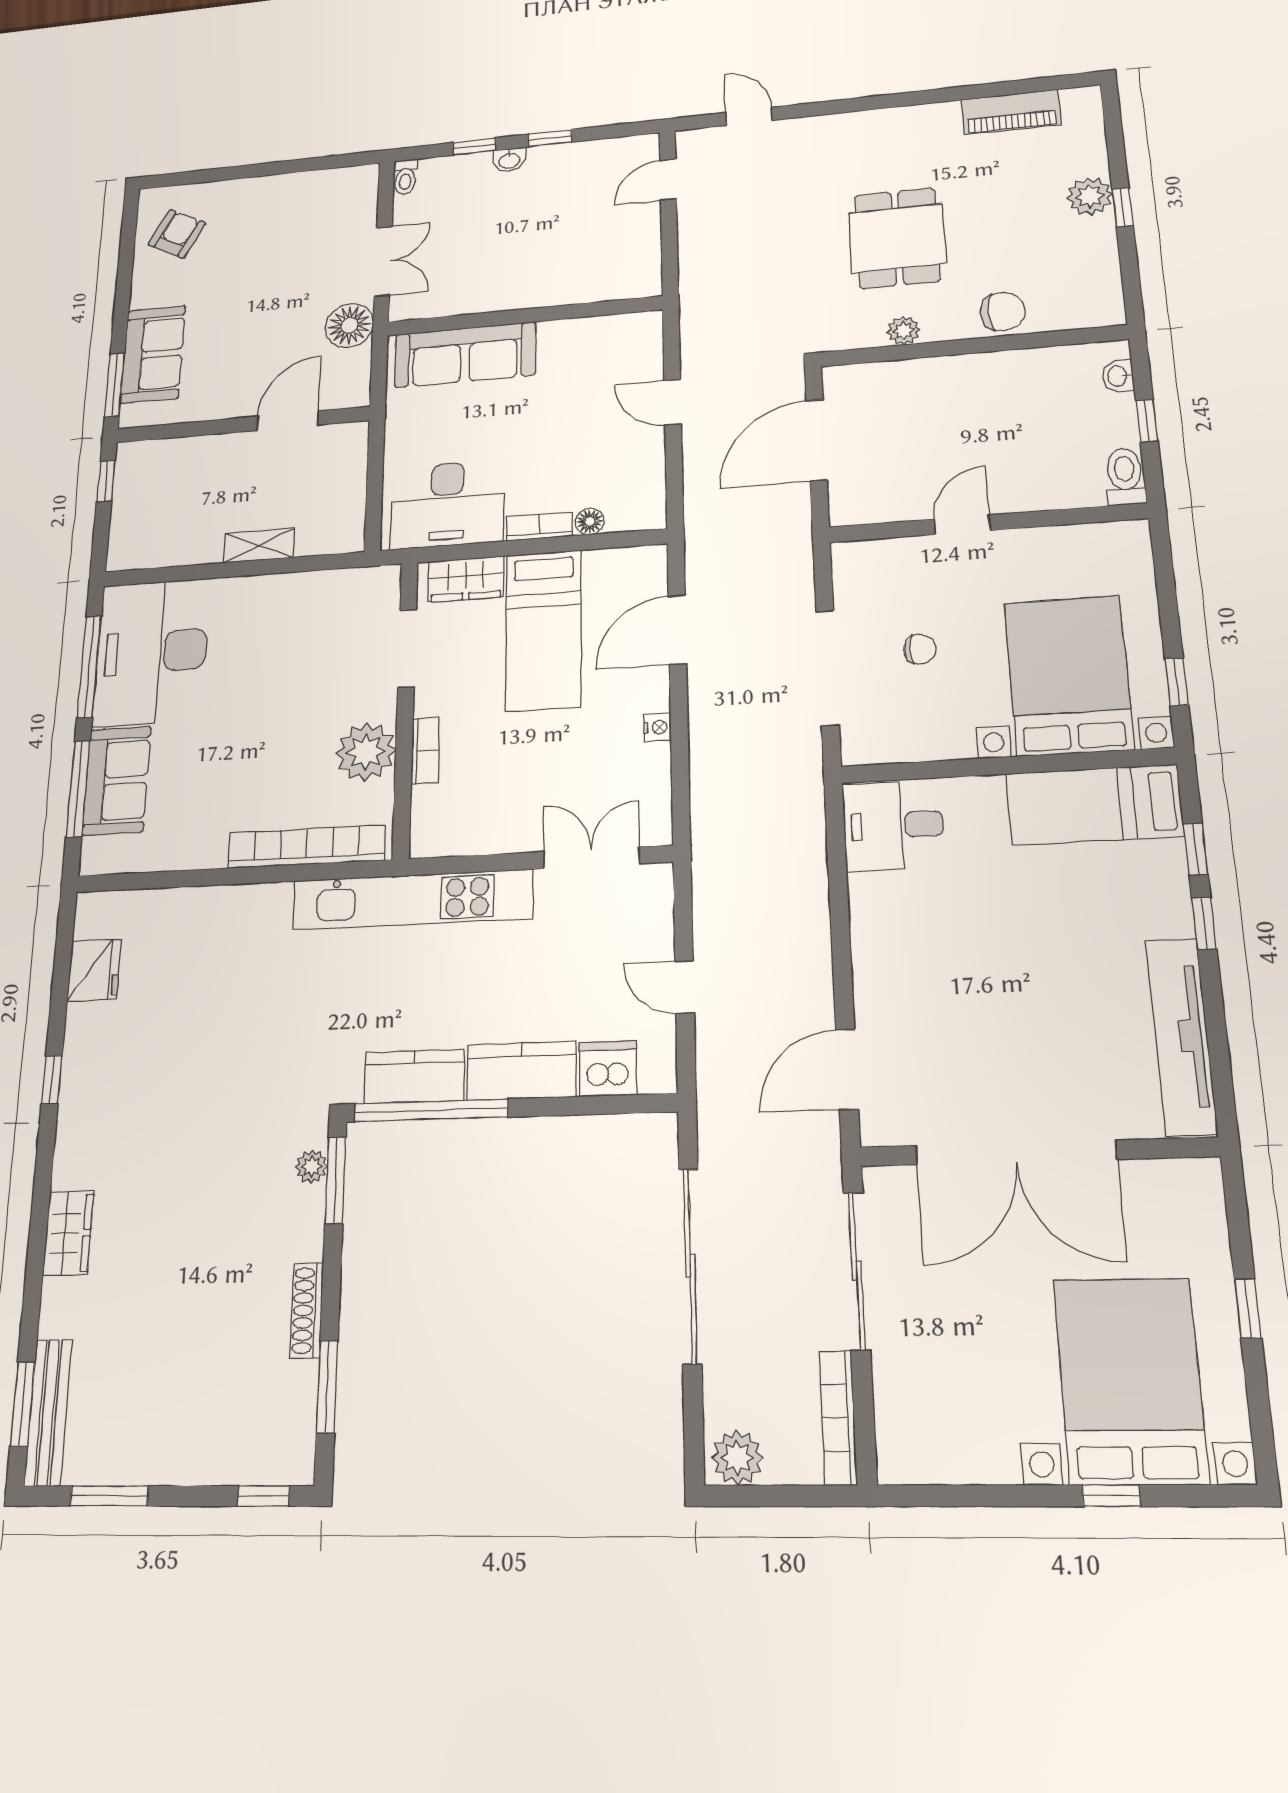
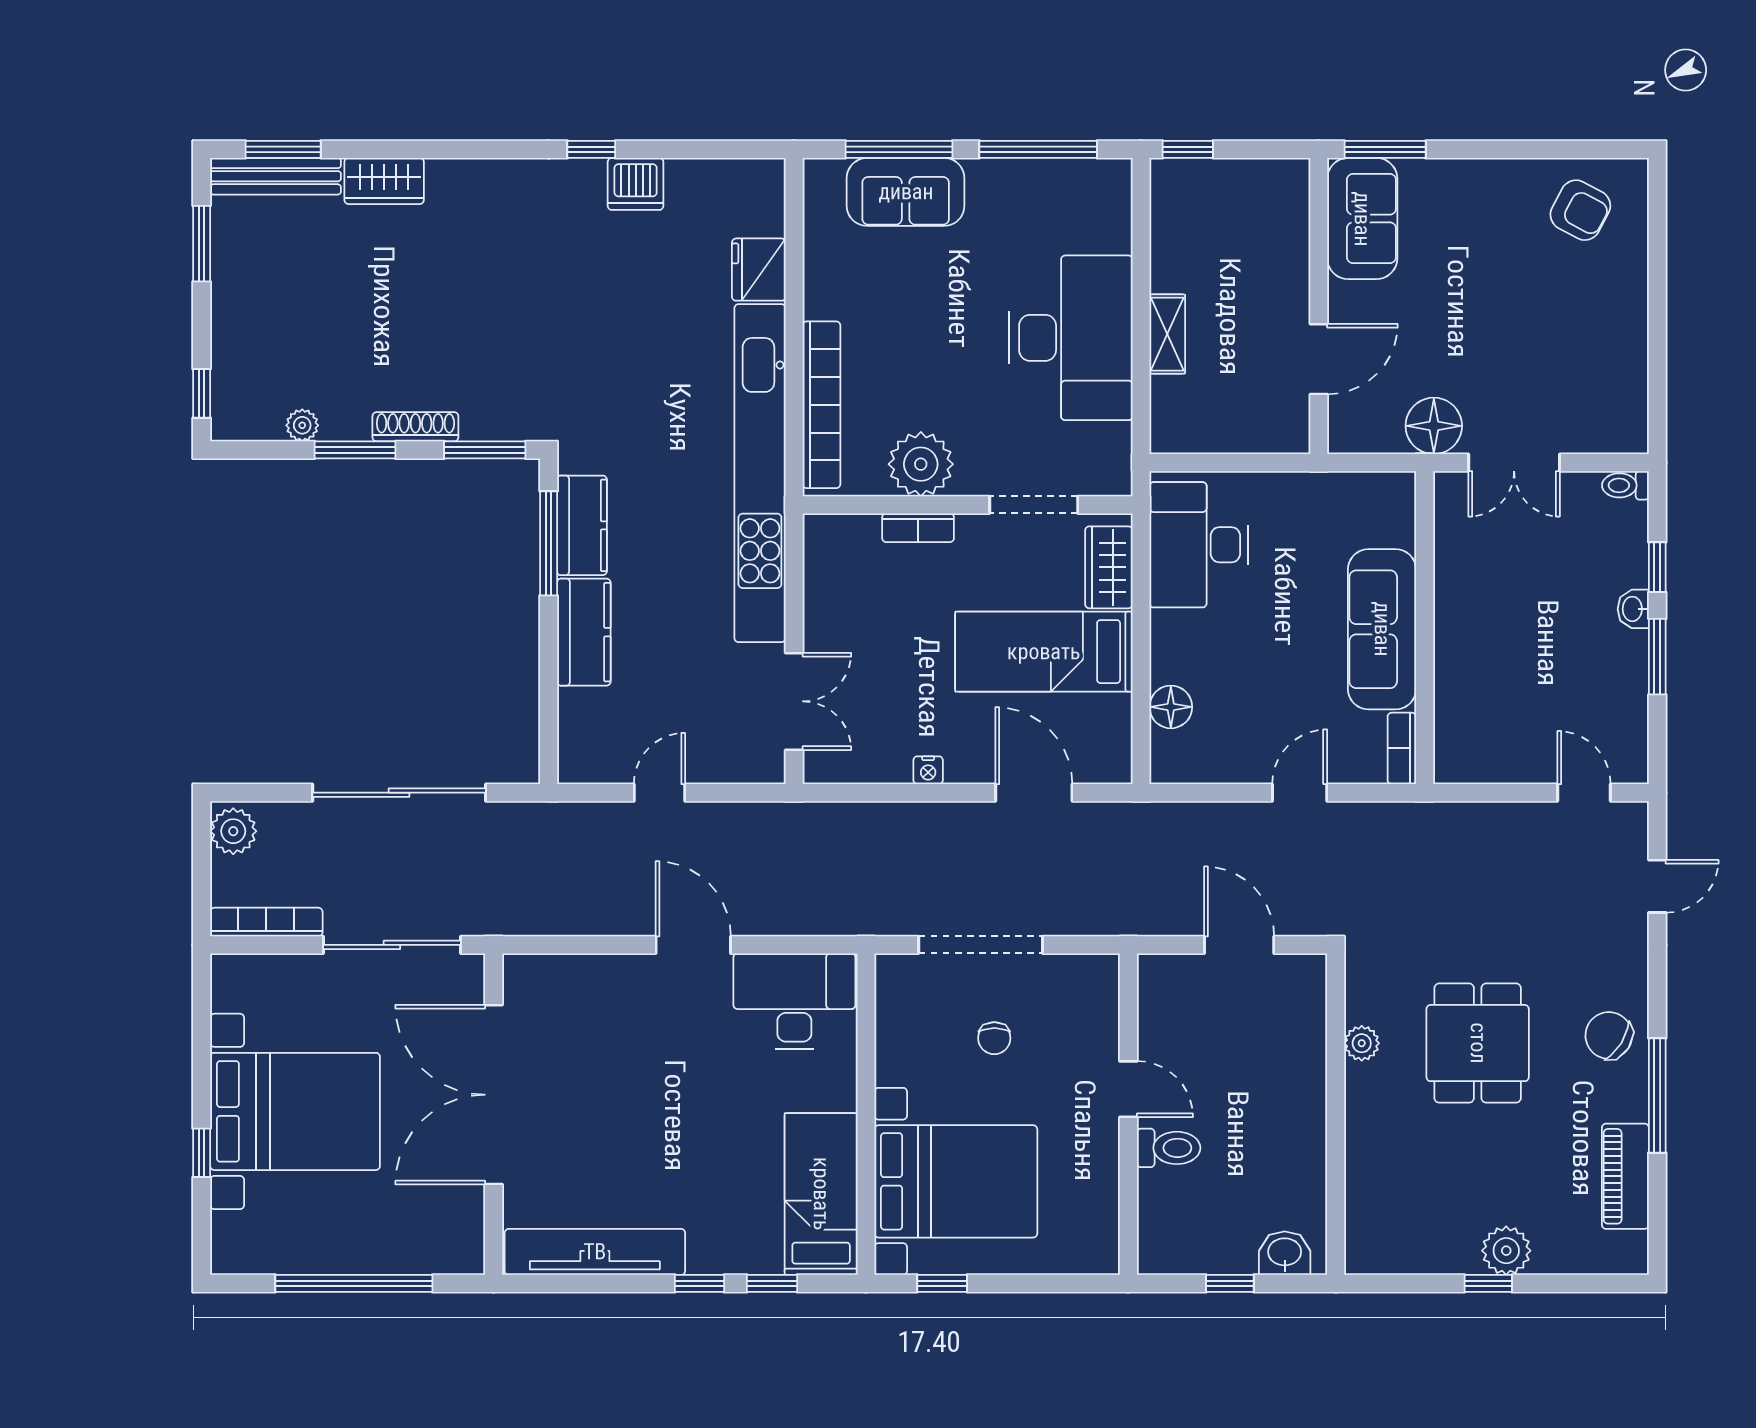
window: (935, 96) -> (1657, 1095), added
window: (550, 138) -> (1657, 657), width x1.50
dining table: (897, 238) -> (1478, 1043), turned 90
chair: (1003, 312) -> (1609, 1035), moved, turned 122
sofa: (153, 354) -> (1362, 219), moved, turned -90
sofa: (465, 355) -> (1382, 629), moved
washbasin: (1118, 376) -> (1285, 1253), width x1.38, depth x1.45
door: (288, 421) -> (1319, 359), hinge flipped
door: (817, 440) -> (1239, 945), width x0.73
toilet: (1125, 476) -> (1169, 1148), moved
window: (106, 481) -> (1188, 149), moved
floor lamp: (590, 521) -> (1171, 707), width x1.37, depth x1.37
bookcase: (539, 527) -> (1402, 748), moved, turned 180
desk: (151, 652) -> (1071, 338), moved, turned 90
desk: (893, 826) -> (794, 1001), width x1.37
kitchen unit: (412, 900) -> (760, 473), width x1.36
fridge: (94, 970) -> (759, 270), moved, turned 90
dishwasher: (608, 1069) -> (636, 184), moved, turned 90
door: (847, 1069) -> (693, 945), moved
window: (431, 1110) -> (549, 543), width x0.68
plant: (312, 1167) -> (302, 425), moved
wardrobe: (68, 1233) -> (384, 181), moved
window: (1248, 1309) -> (354, 1283), width x3.17
shoe rack: (307, 1310) -> (415, 427), moved
bed with nightstands: (1130, 1381) -> (295, 1111), moved
window: (327, 1387) -> (355, 450), moved

